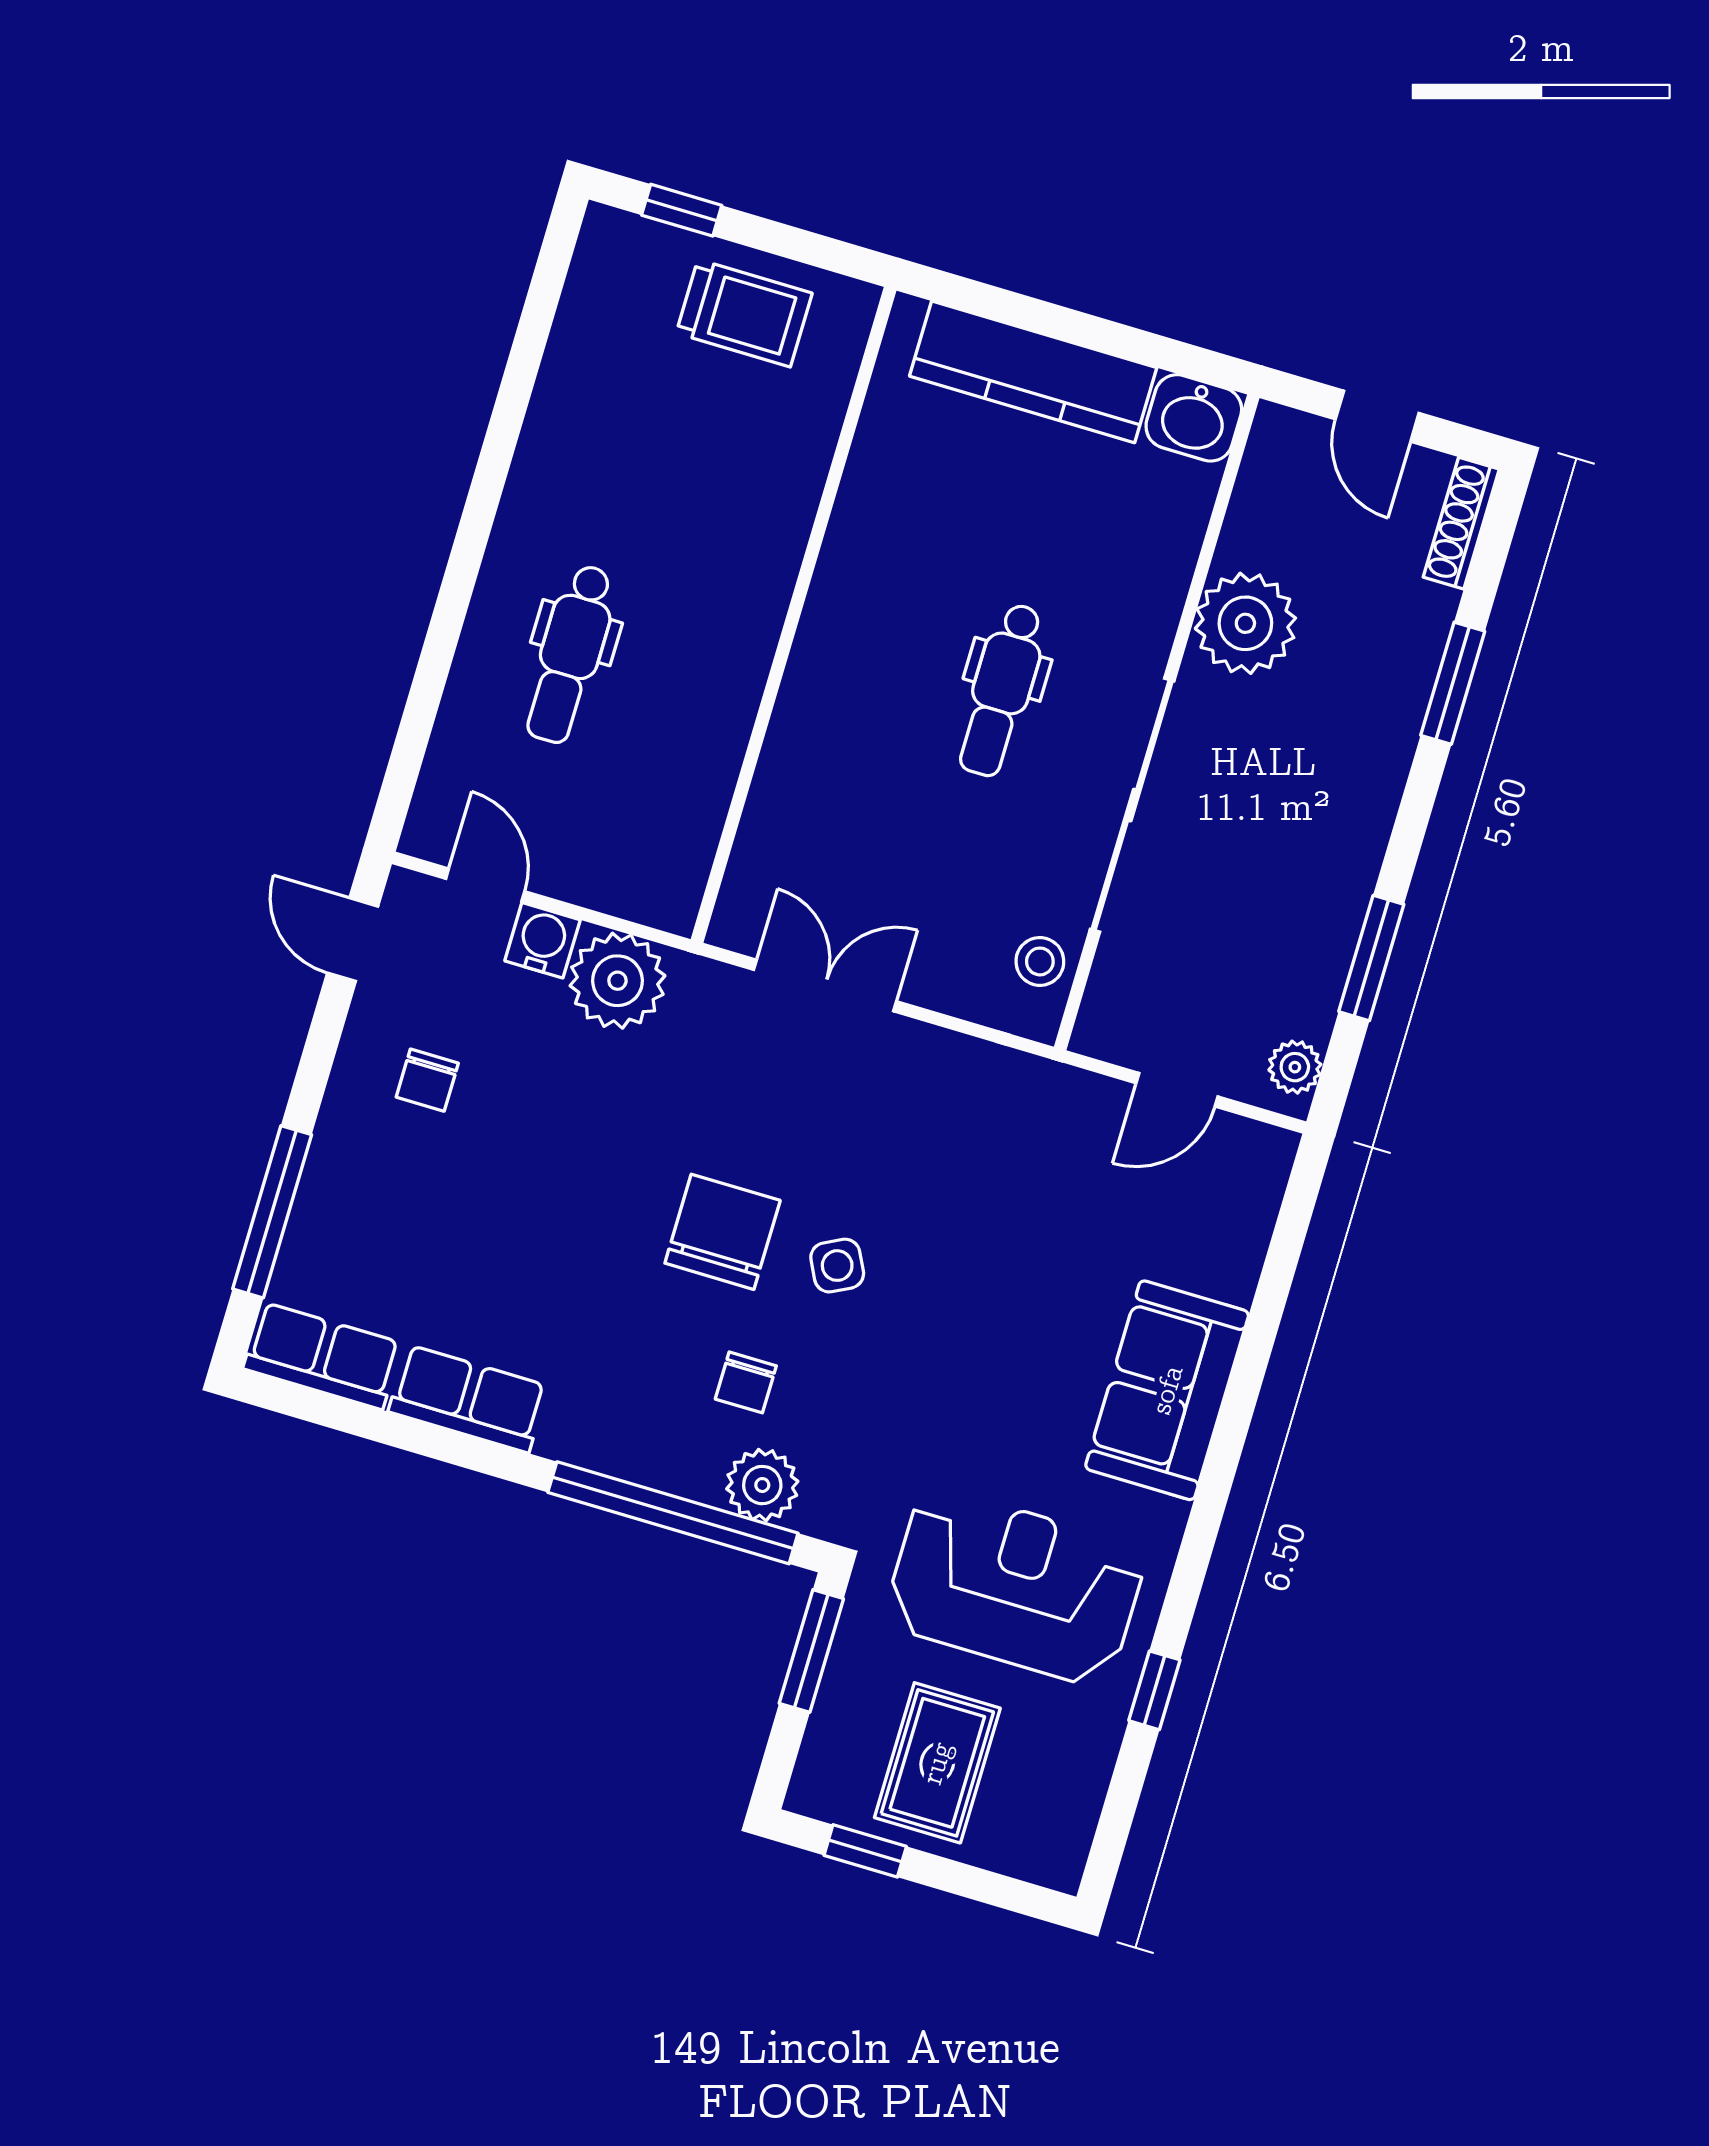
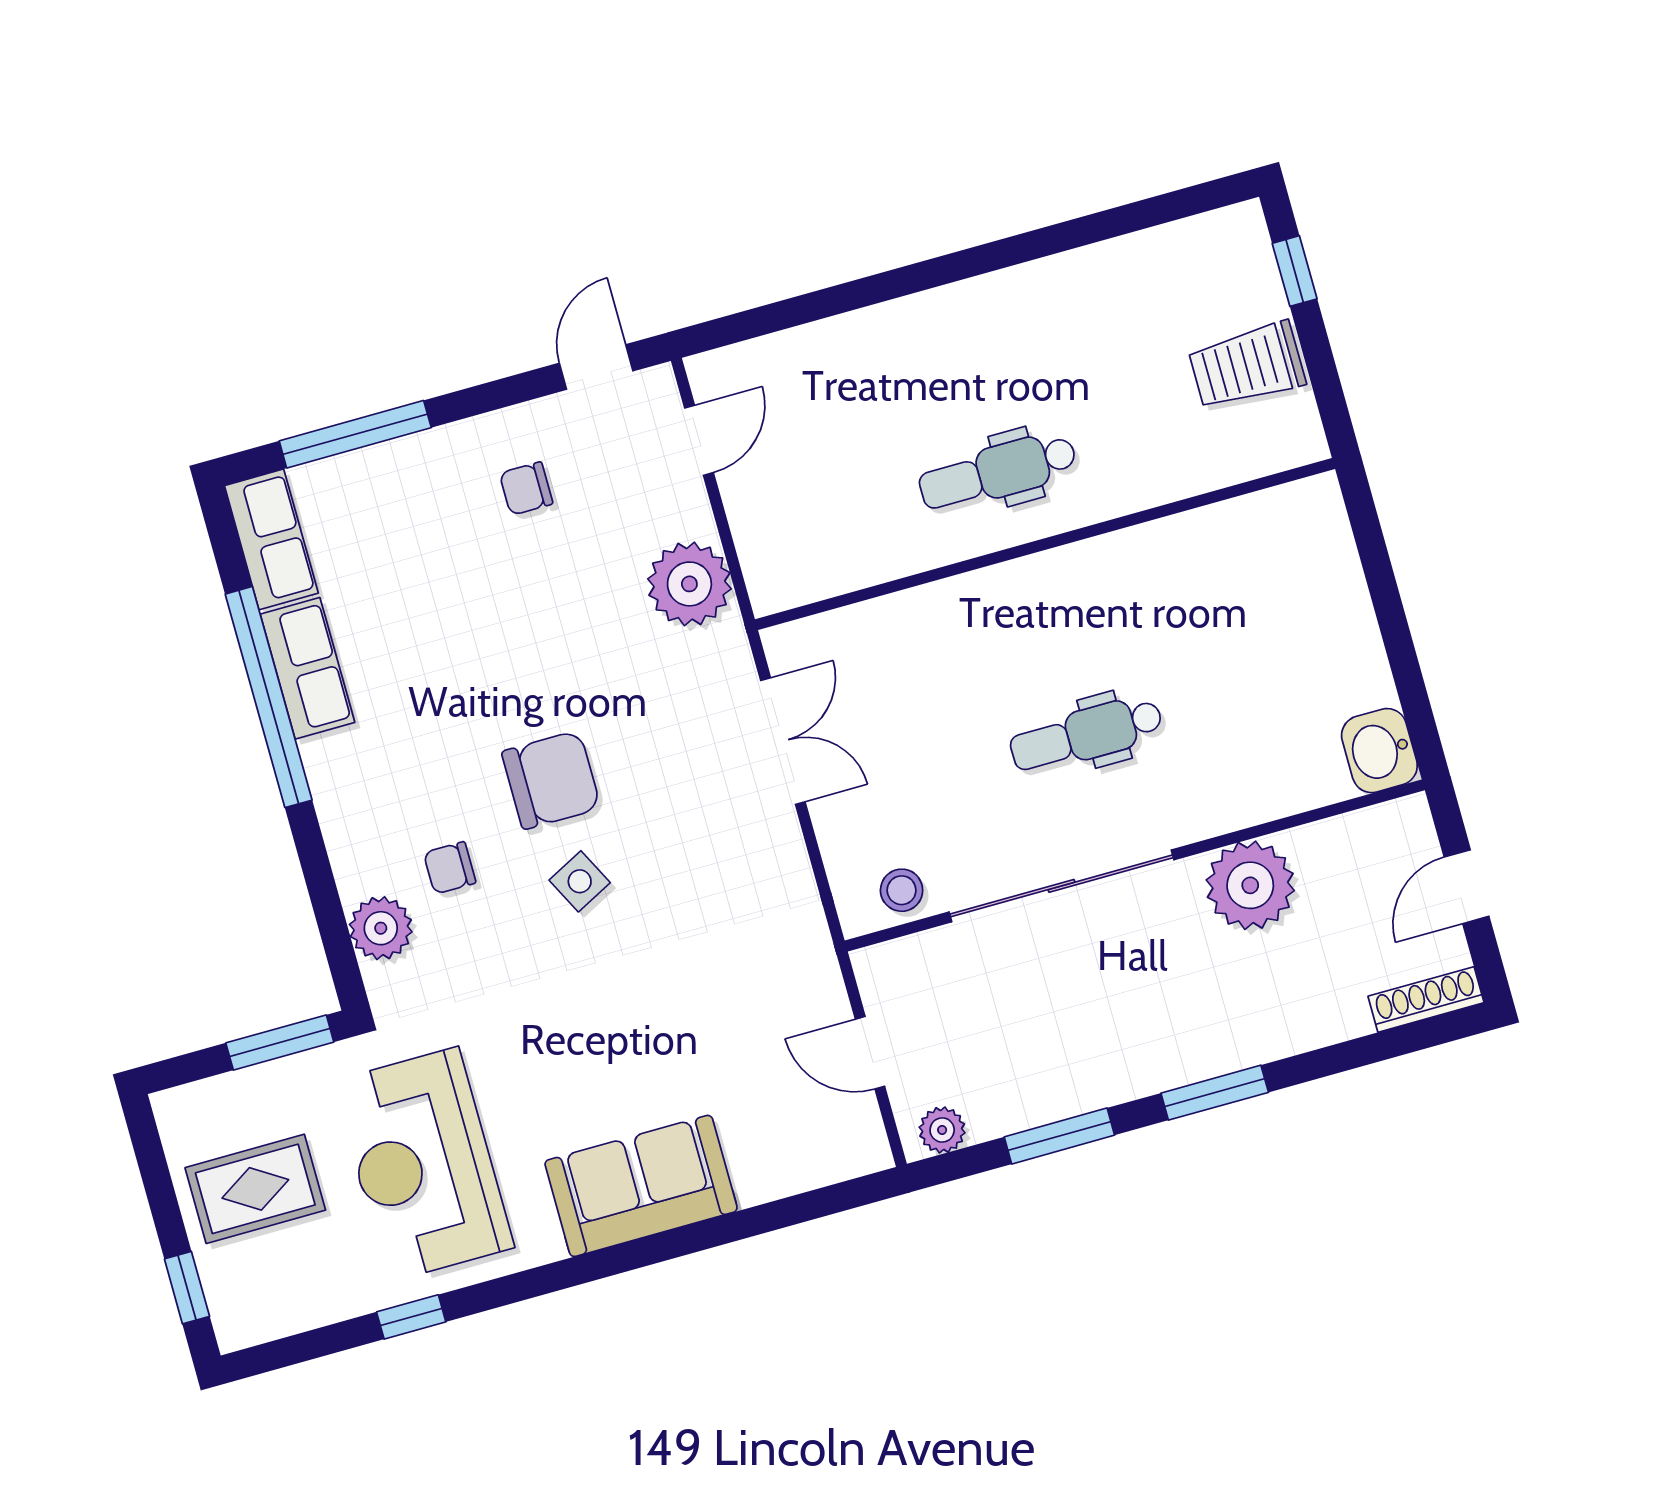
trolley: (744, 313) -> (1247, 366), turned 90
kitchen counter: (1033, 372) -> (1339, 609), removed
dental chair: (570, 654) -> (998, 472), moved
window: (1453, 683) -> (1215, 1093), moved
water cooler: (542, 940) -> (684, 509), removed
window: (673, 1513) -> (269, 697), moved
reception desk: (1015, 1587) -> (423, 1164), turned 180
window: (865, 1851) -> (187, 1288), moved

